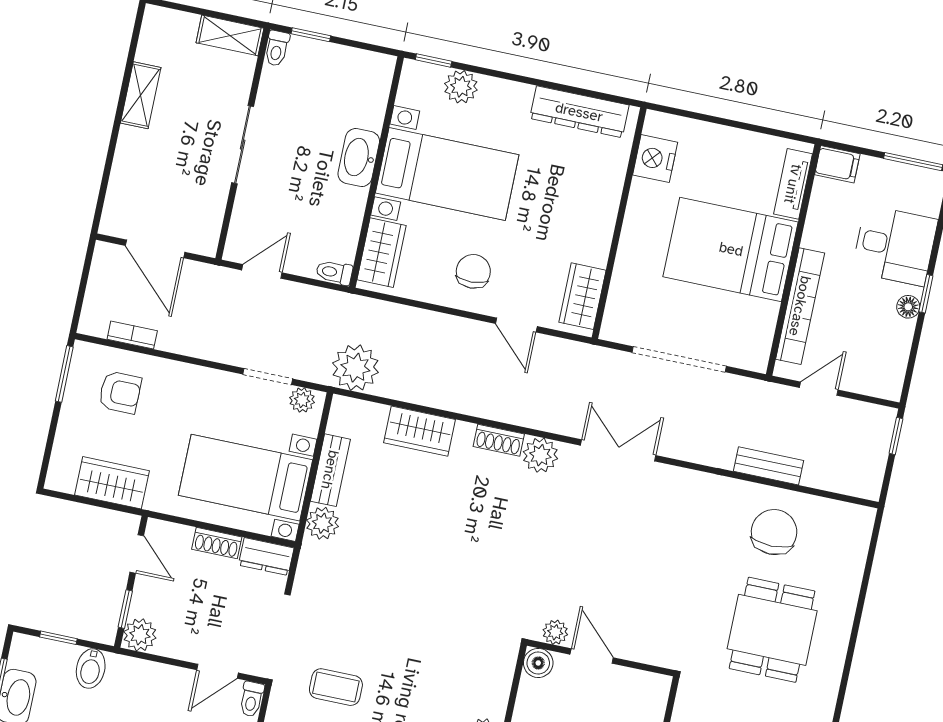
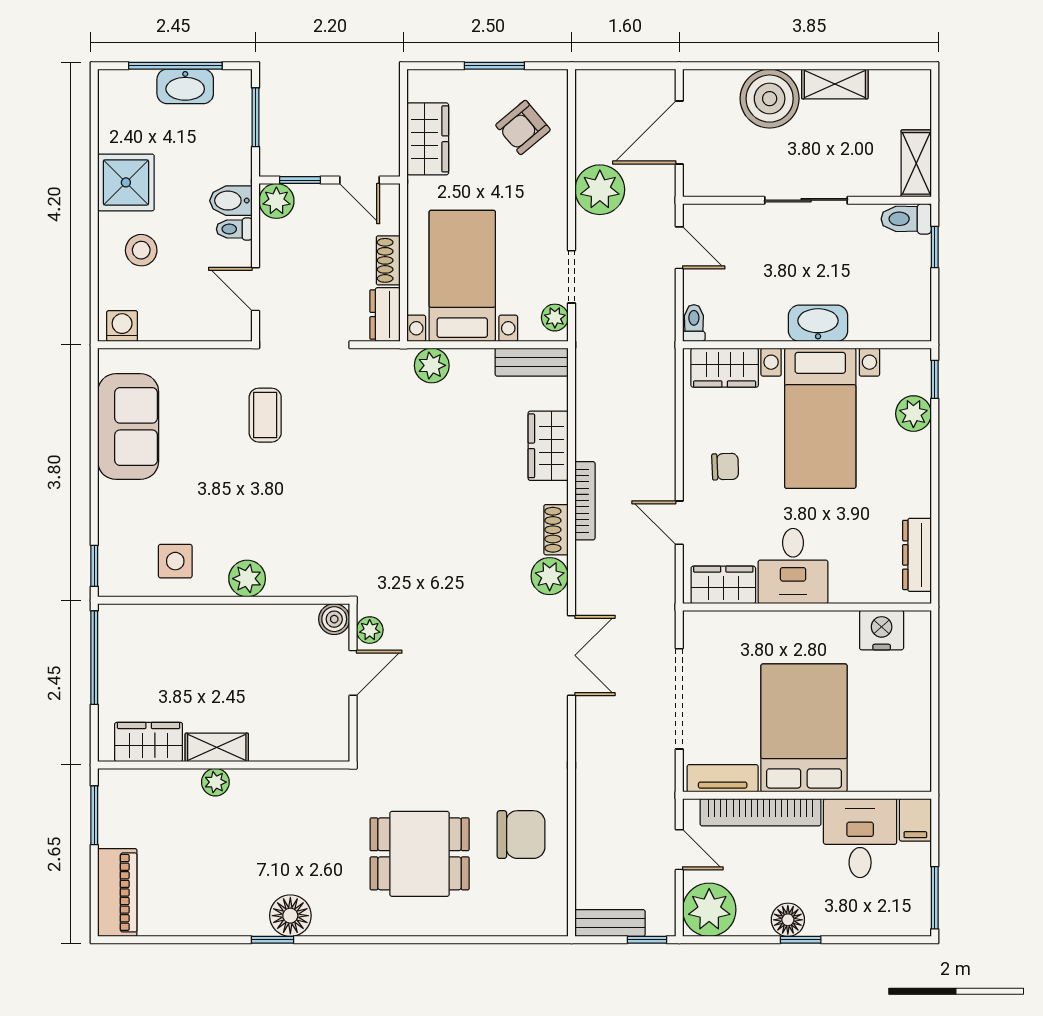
toilet: (277, 48) -> (906, 219), width x1.37, depth x1.39
dresser: (579, 112) -> (917, 555), width x0.73, depth x0.80
boiler: (141, 159) -> (770, 99), added
tv unit: (793, 184) -> (723, 778), moved
desk: (579, 228) -> (793, 566), added
desk: (895, 246) -> (860, 838), moved, turned 180
chair: (473, 271) -> (725, 467), width x0.73, depth x0.73
floor lamp: (908, 307) -> (788, 920), width x1.37, depth x1.37
door: (516, 325) -> (679, 523), hinge flipped
bookcase: (132, 335) -> (585, 501), moved, width x1.56
plant: (355, 368) -> (600, 190), moved
plant: (880, 373) -> (709, 910), added
window: (64, 374) -> (494, 66), moved
armchair: (120, 392) -> (523, 127), turned 50
bench: (768, 466) -> (610, 923), moved, turned 90
bench: (330, 470) -> (532, 362), moved
door: (137, 554) -> (359, 180), hinge flipped
window: (58, 638) -> (256, 117), width x1.50
bidet: (91, 668) -> (231, 201), moved
toilet: (252, 699) -> (234, 229), moved

